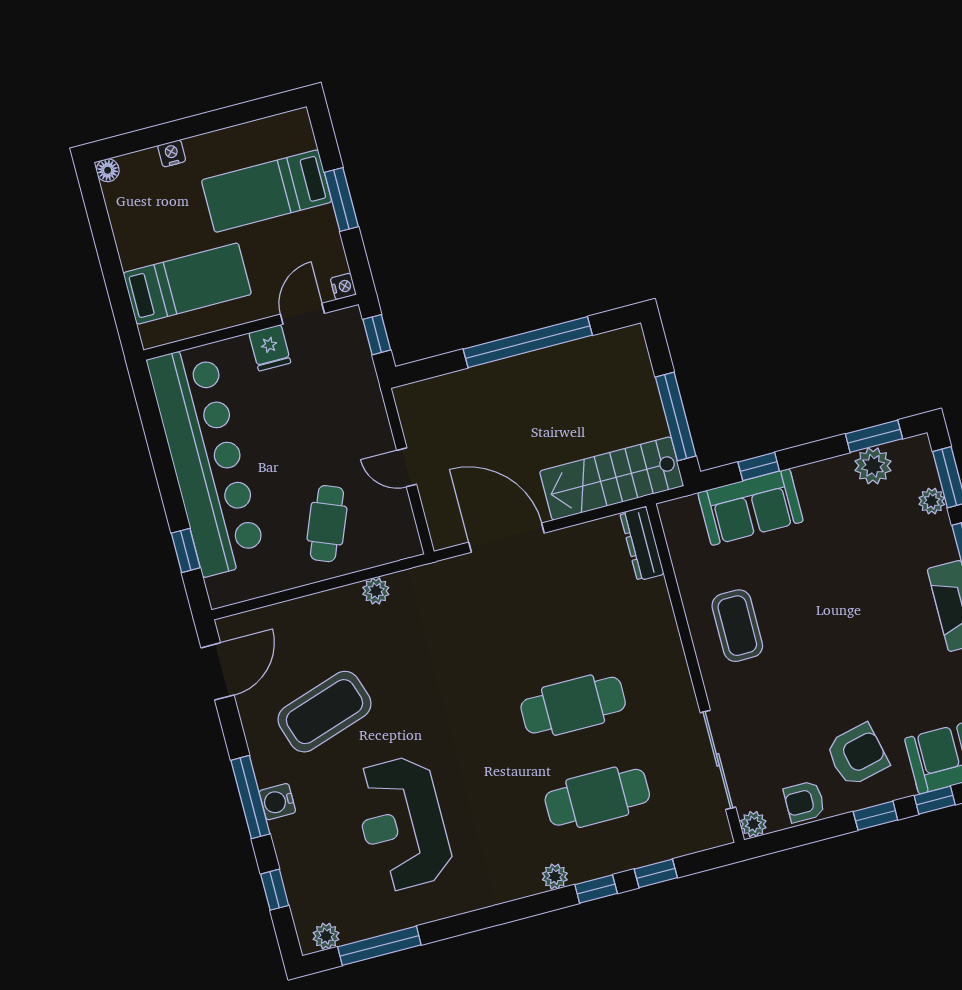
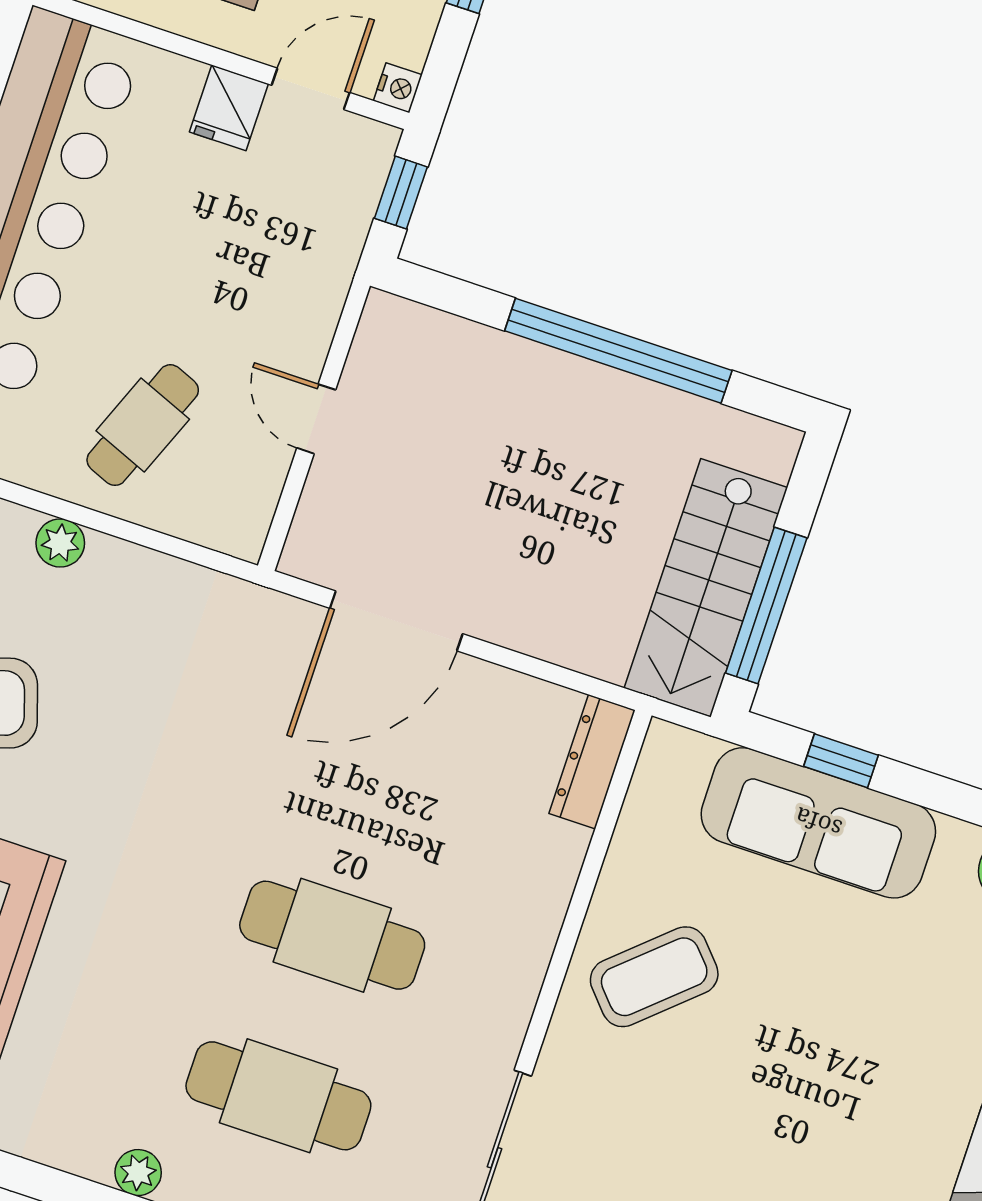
stairs: (612, 479) -> (706, 588), moved, turned -90
sofa: (751, 507) -> (818, 823), width x1.36
door: (507, 538) -> (396, 621), swing flipped
plant: (376, 591) -> (60, 543), moved
coffee table: (737, 626) -> (654, 977), turned 48

